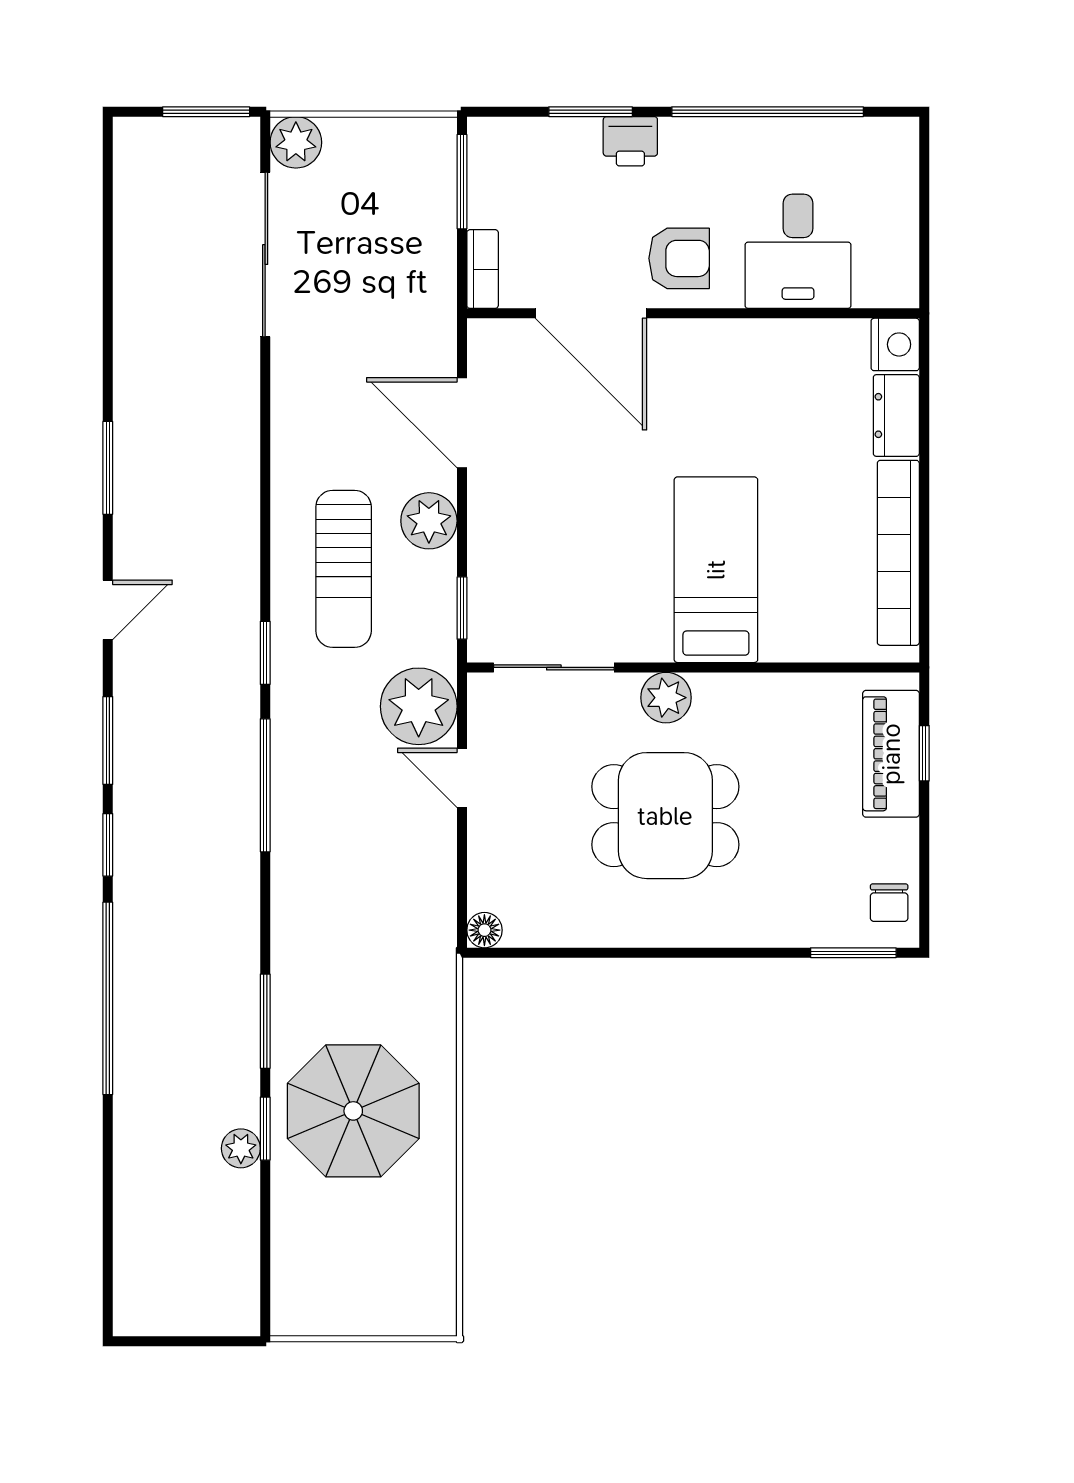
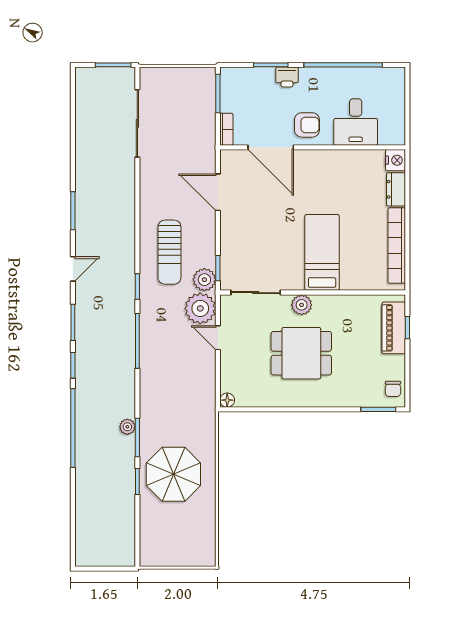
plant: (296, 142) -> (150, 77), removed
plant: (429, 521) -> (204, 280), moved
plant: (241, 1148) -> (127, 427), moved

